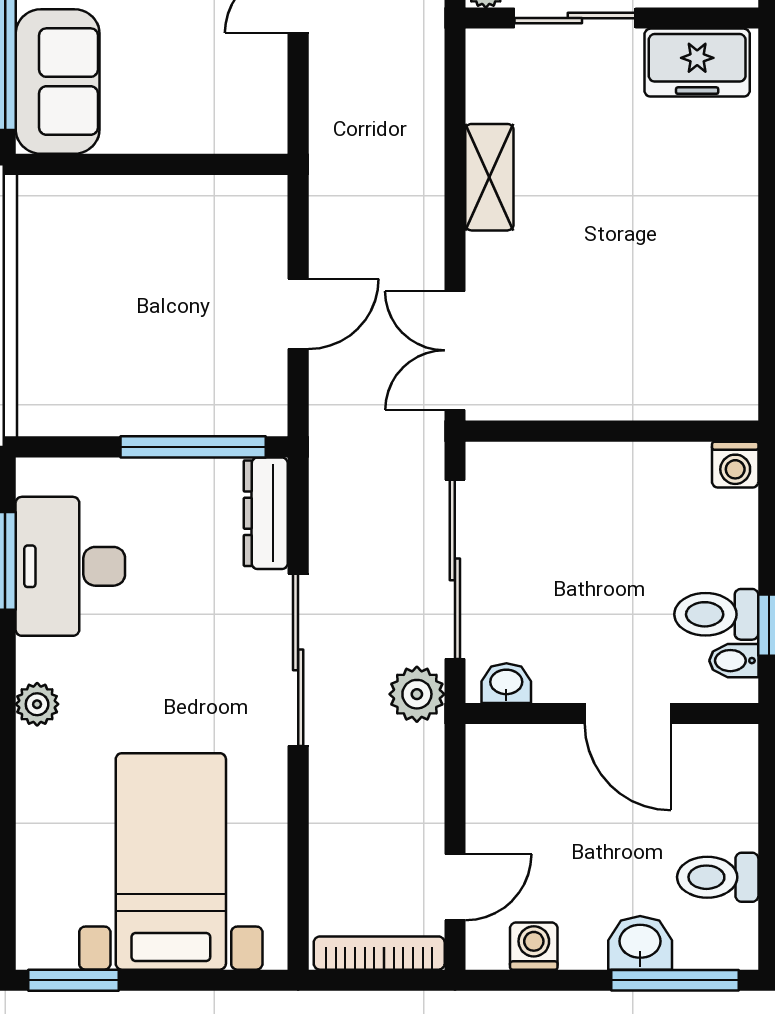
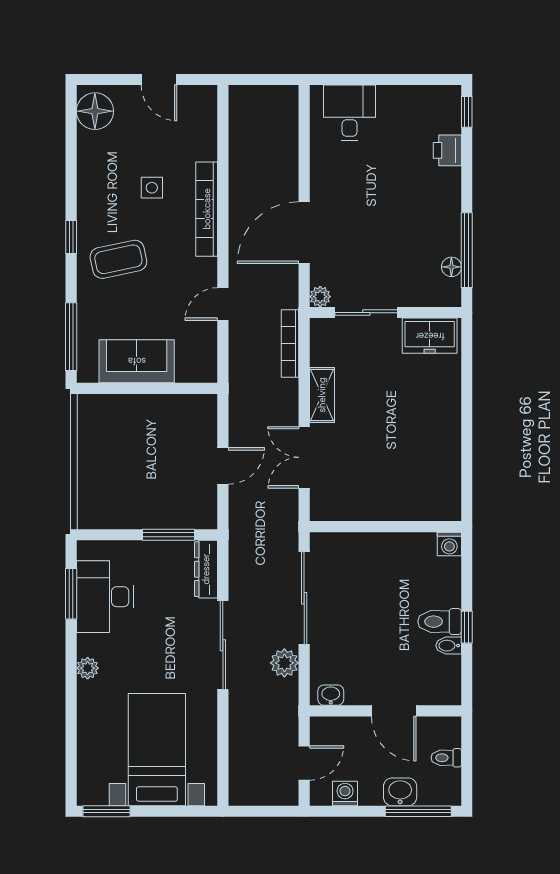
sofa: (58, 82) -> (137, 361), moved, turned -90
double door: (455, 350) -> (304, 457), moved
window: (193, 447) -> (168, 535), width x0.69
washbasin: (506, 683) -> (331, 695), moved
wall: (612, 714) -> (385, 711), moved
door: (628, 714) -> (394, 711), moved
toilet: (718, 877) -> (446, 758), width x0.73, depth x0.72
bookcase: (379, 953) -> (290, 343), moved, turned -90

